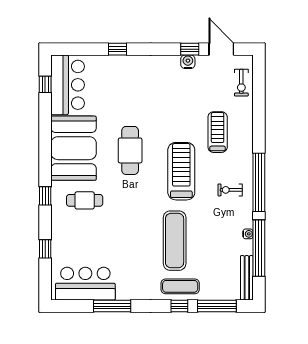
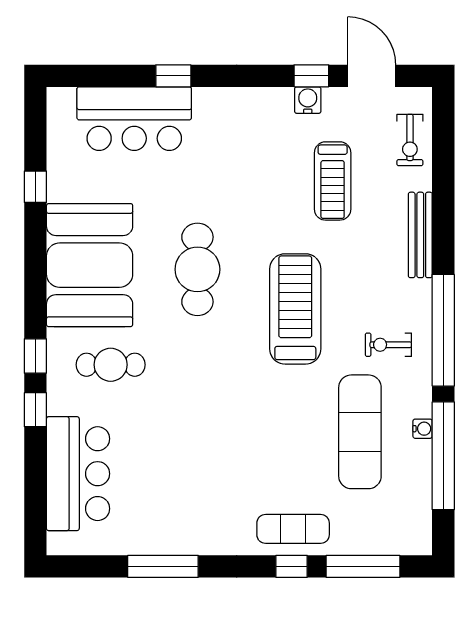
window: (45, 84) -> (35, 187), moved
bar counter: (68, 85) -> (134, 119), moved, turned 90
treadmill: (218, 132) -> (333, 181), moved, turned 180
exercise mat: (175, 241) -> (360, 432), moved
window: (45, 249) -> (35, 410), moved
bench: (247, 278) -> (420, 235), moved
bar counter: (85, 284) -> (78, 474), moved, turned 90

